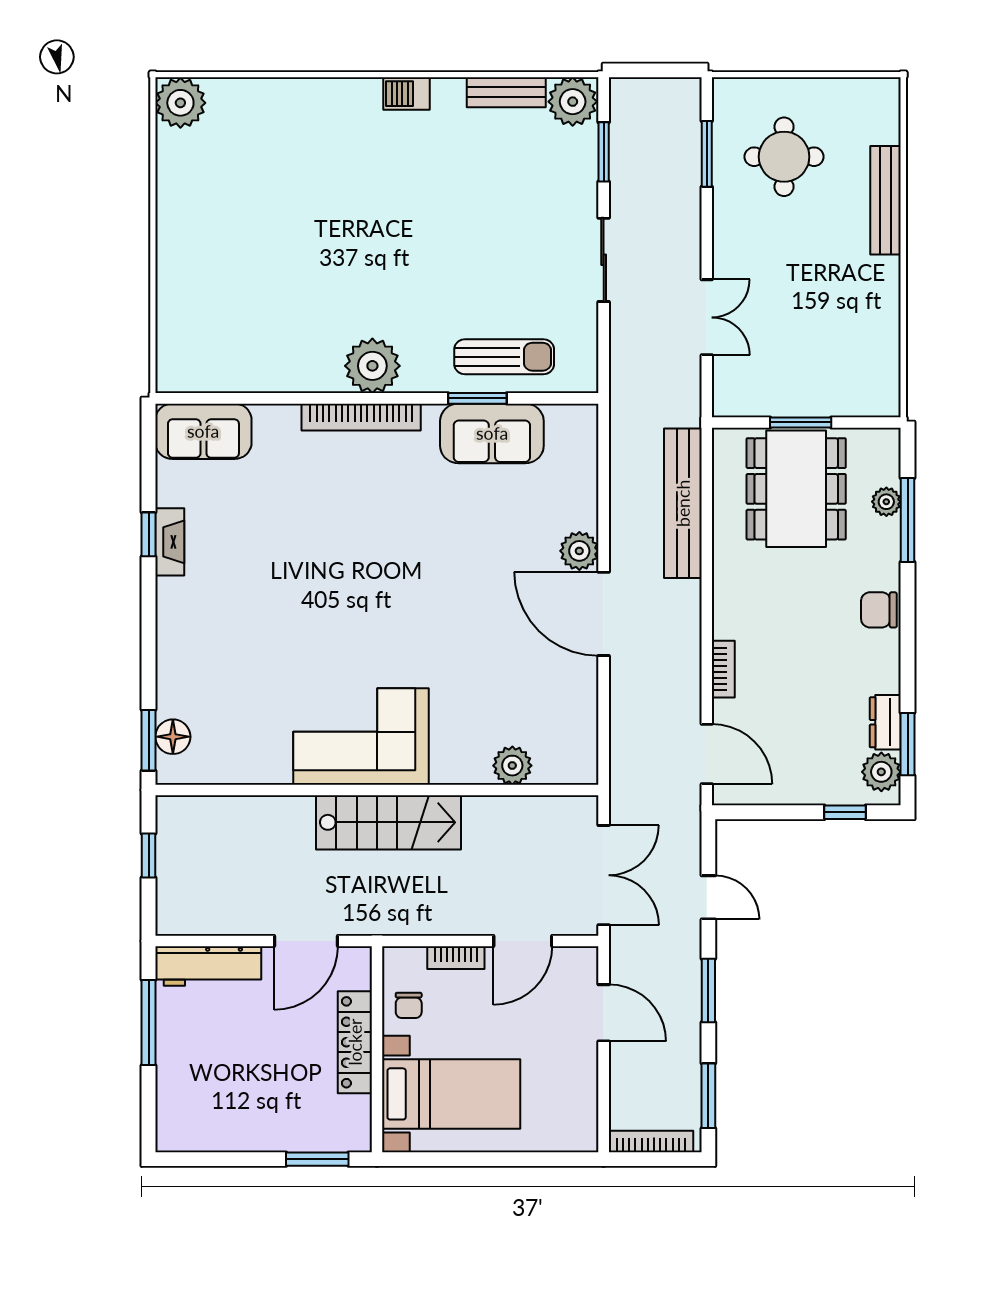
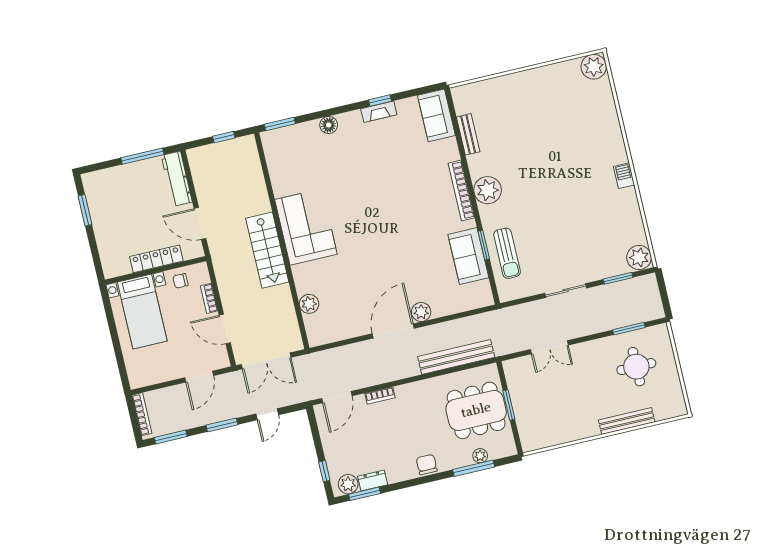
bench: (506, 92) -> (468, 134), moved
floor lamp: (173, 737) -> (329, 125), moved
window: (317, 1159) -> (85, 210), moved

